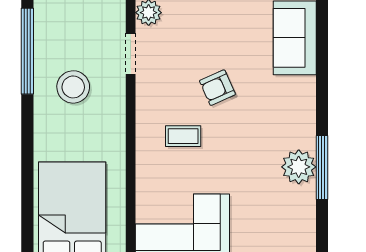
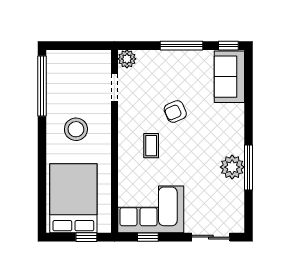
stool: (73, 87) -> (76, 129), moved
coffee table: (183, 136) -> (151, 146), turned 90

